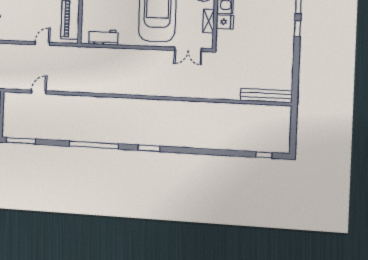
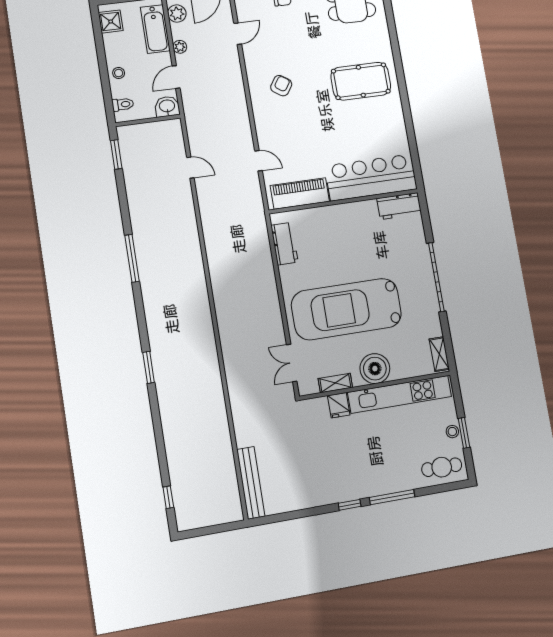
window: (21, 141) -> (116, 154), width x0.69
window: (94, 145) -> (132, 258), width x0.68
window: (149, 148) -> (149, 367), moved

